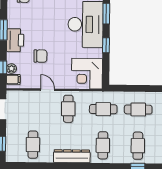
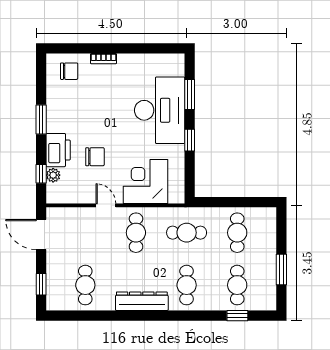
printer: (15, 40) -> (58, 150), moved
corner desk: (87, 74) -> (146, 182), moved, turned 90
filing cabinet: (13, 79) -> (56, 191), removed
cafe table: (138, 109) -> (237, 233), turned 90

